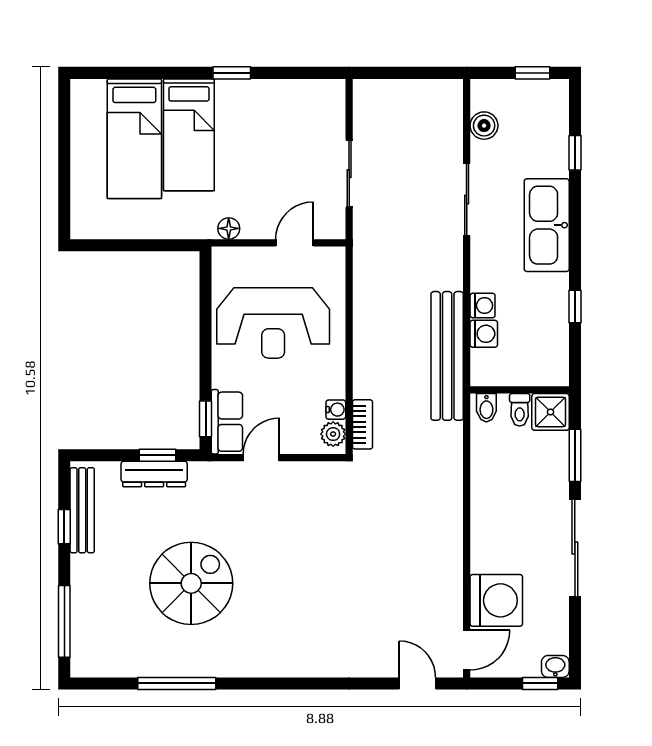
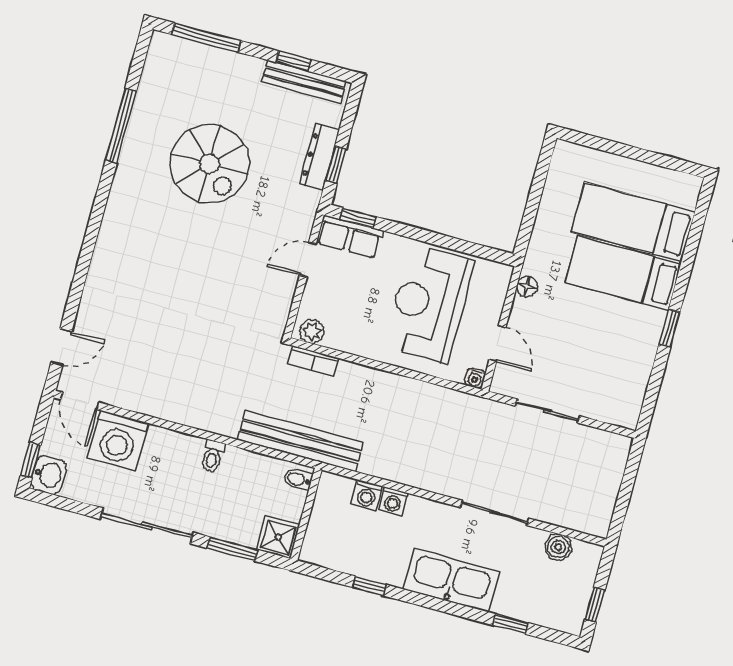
bench: (447, 356) -> (300, 441), moved
water cooler: (336, 410) -> (475, 378), moved
toilet: (520, 410) -> (212, 456), moved, turned -90
door: (261, 458) -> (308, 260), swing flipped
washbasin: (555, 666) -> (48, 475), width x1.38, depth x1.45

